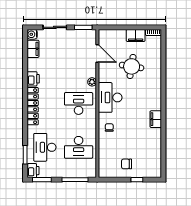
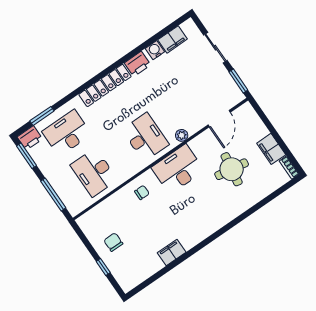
water cooler: (32, 34) -> (155, 50), moved
filing cabinet: (156, 119) -> (172, 253), moved

